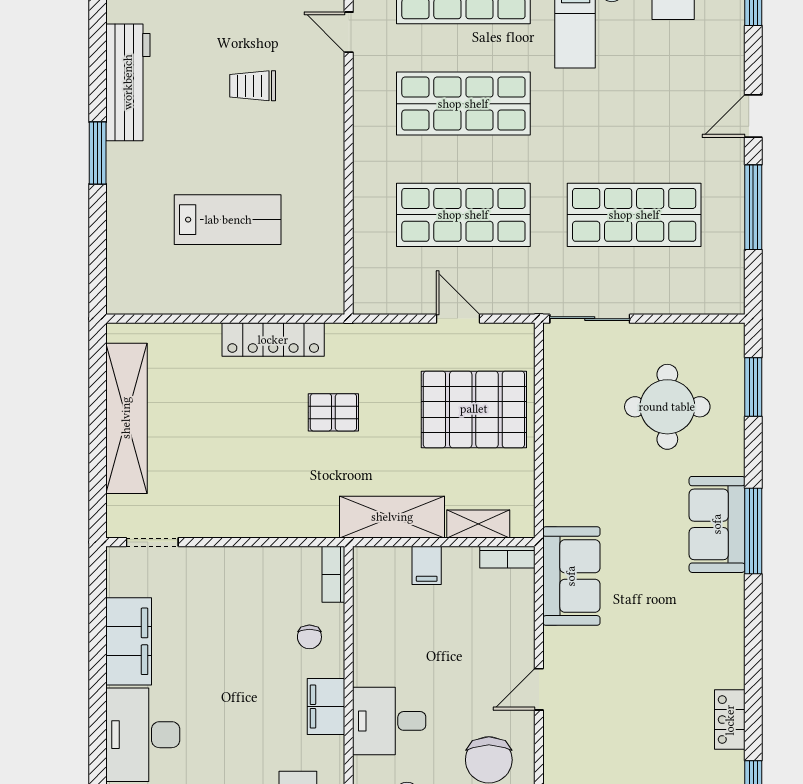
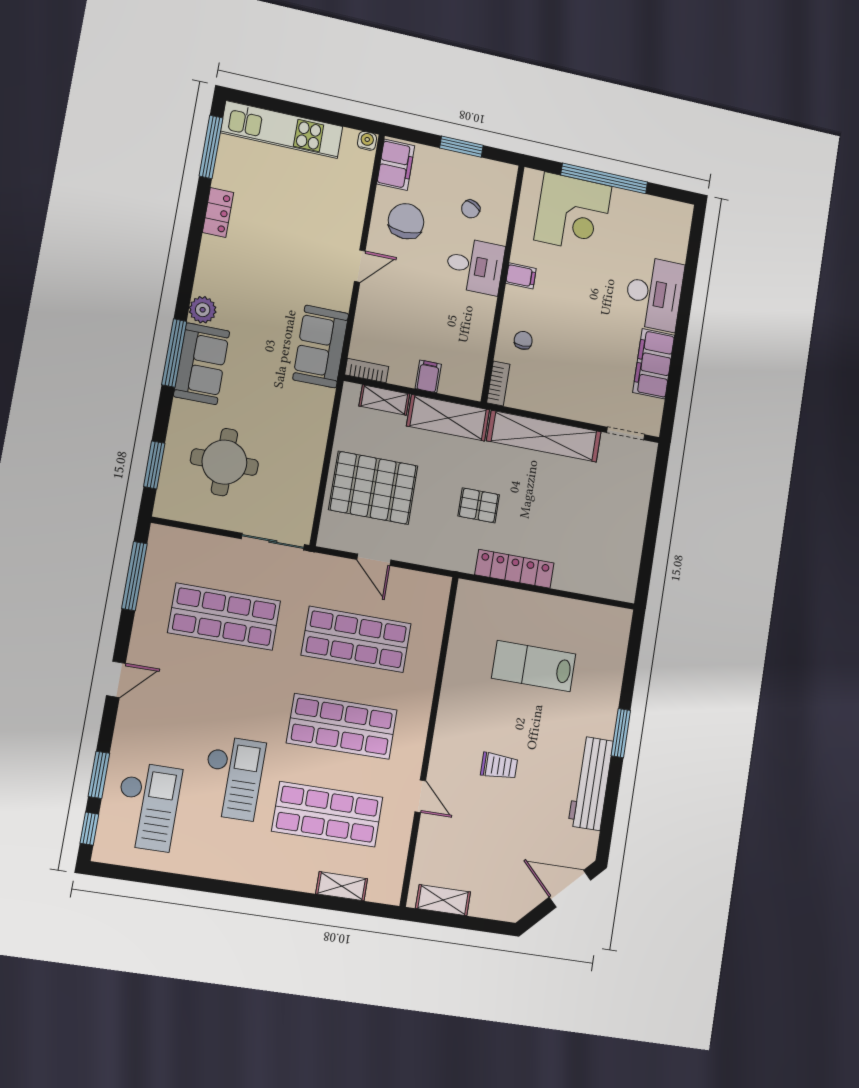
window: (753, 207) -> (134, 576), moved
shelving: (126, 418) -> (544, 436), moved, turned 90
plant: (728, 592) -> (203, 310), added
filing cabinet: (326, 706) -> (521, 276), width x0.50

